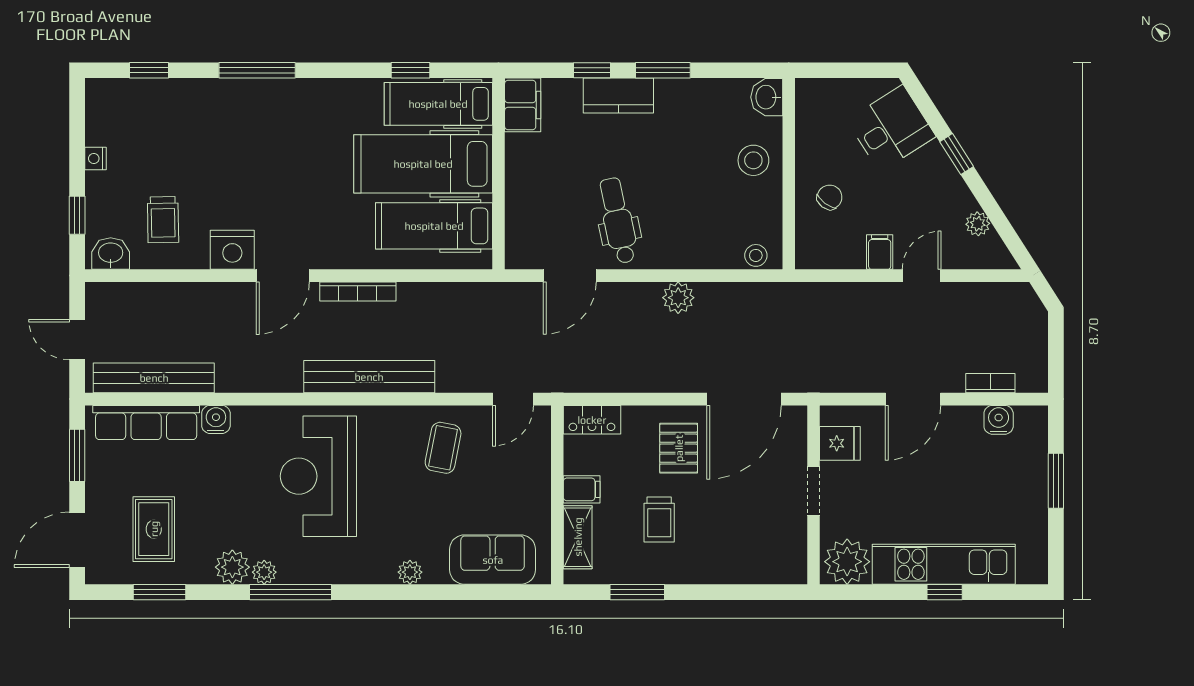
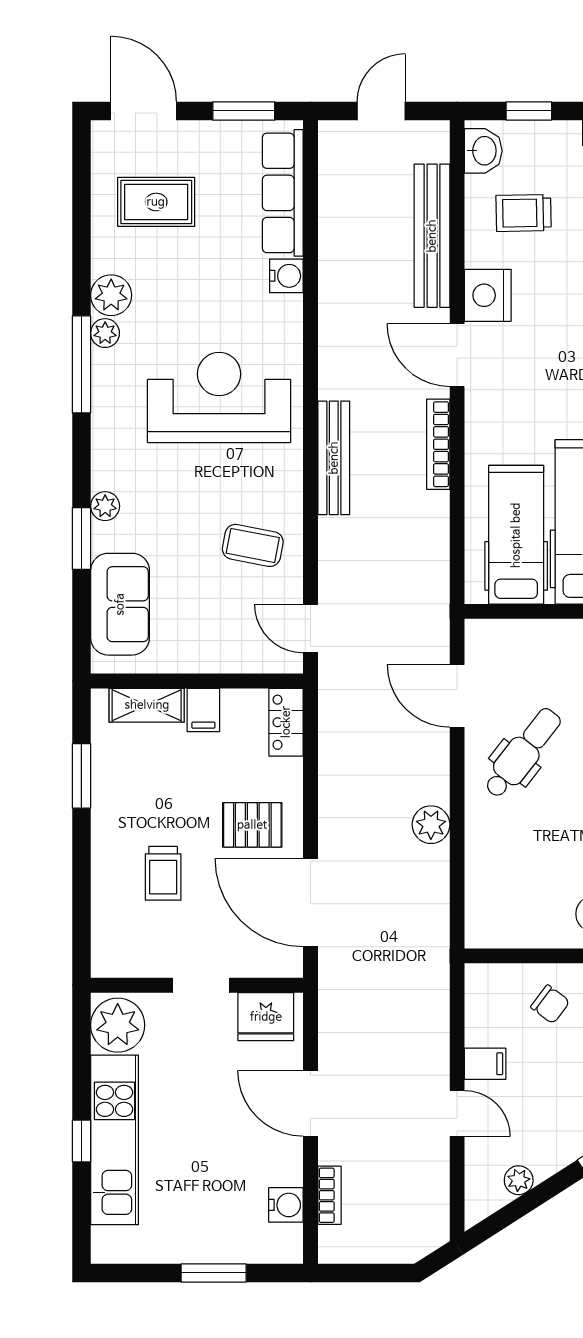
dental chair: (618, 221) -> (523, 753), turned -40
stool: (756, 255) -> (481, 917), removed
bench: (369, 377) -> (334, 458), width x0.73, depth x0.82
bench: (154, 378) -> (432, 236), moved
fridge: (840, 443) -> (266, 1017), width x1.38
trolley: (659, 520) -> (163, 873), moved, turned -90
window: (160, 592) -> (81, 538), moved

